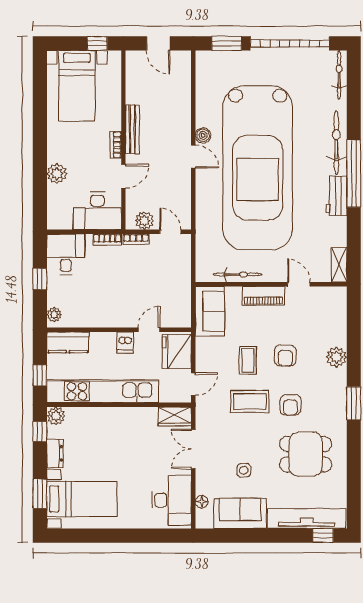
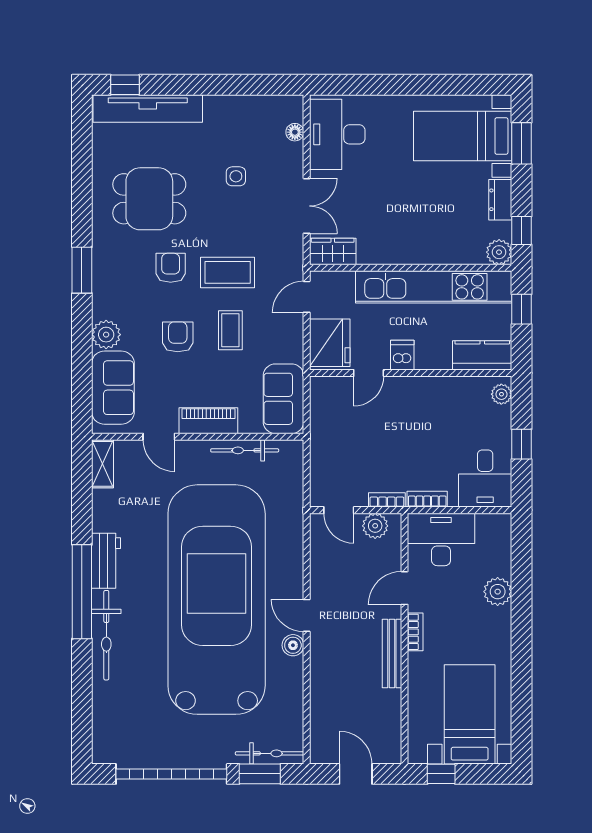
bicycle: (339, 75) -> (270, 753), moved, turned -90
sofa: (240, 513) -> (113, 388), moved, turned -90

